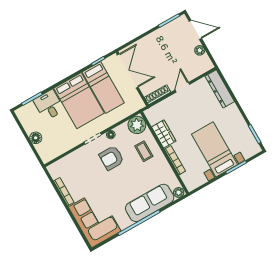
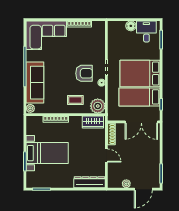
desk: (49, 105) -> (146, 31), moved, turned -90
wardrobe: (164, 134) -> (93, 122), moved
armchair: (111, 158) -> (84, 73), turned 90

